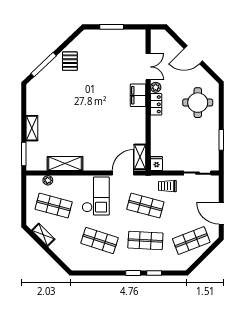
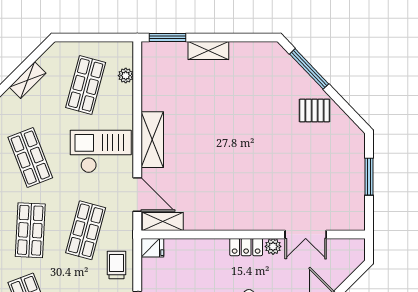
filing cabinet: (138, 95) -> (260, 219), removed
shelving: (65, 164) -> (152, 140), moved
checkout: (96, 196) -> (101, 151), turned 180
shelving: (43, 235) -> (28, 80), moved
shop shelf: (100, 241) -> (30, 158), turned -39

